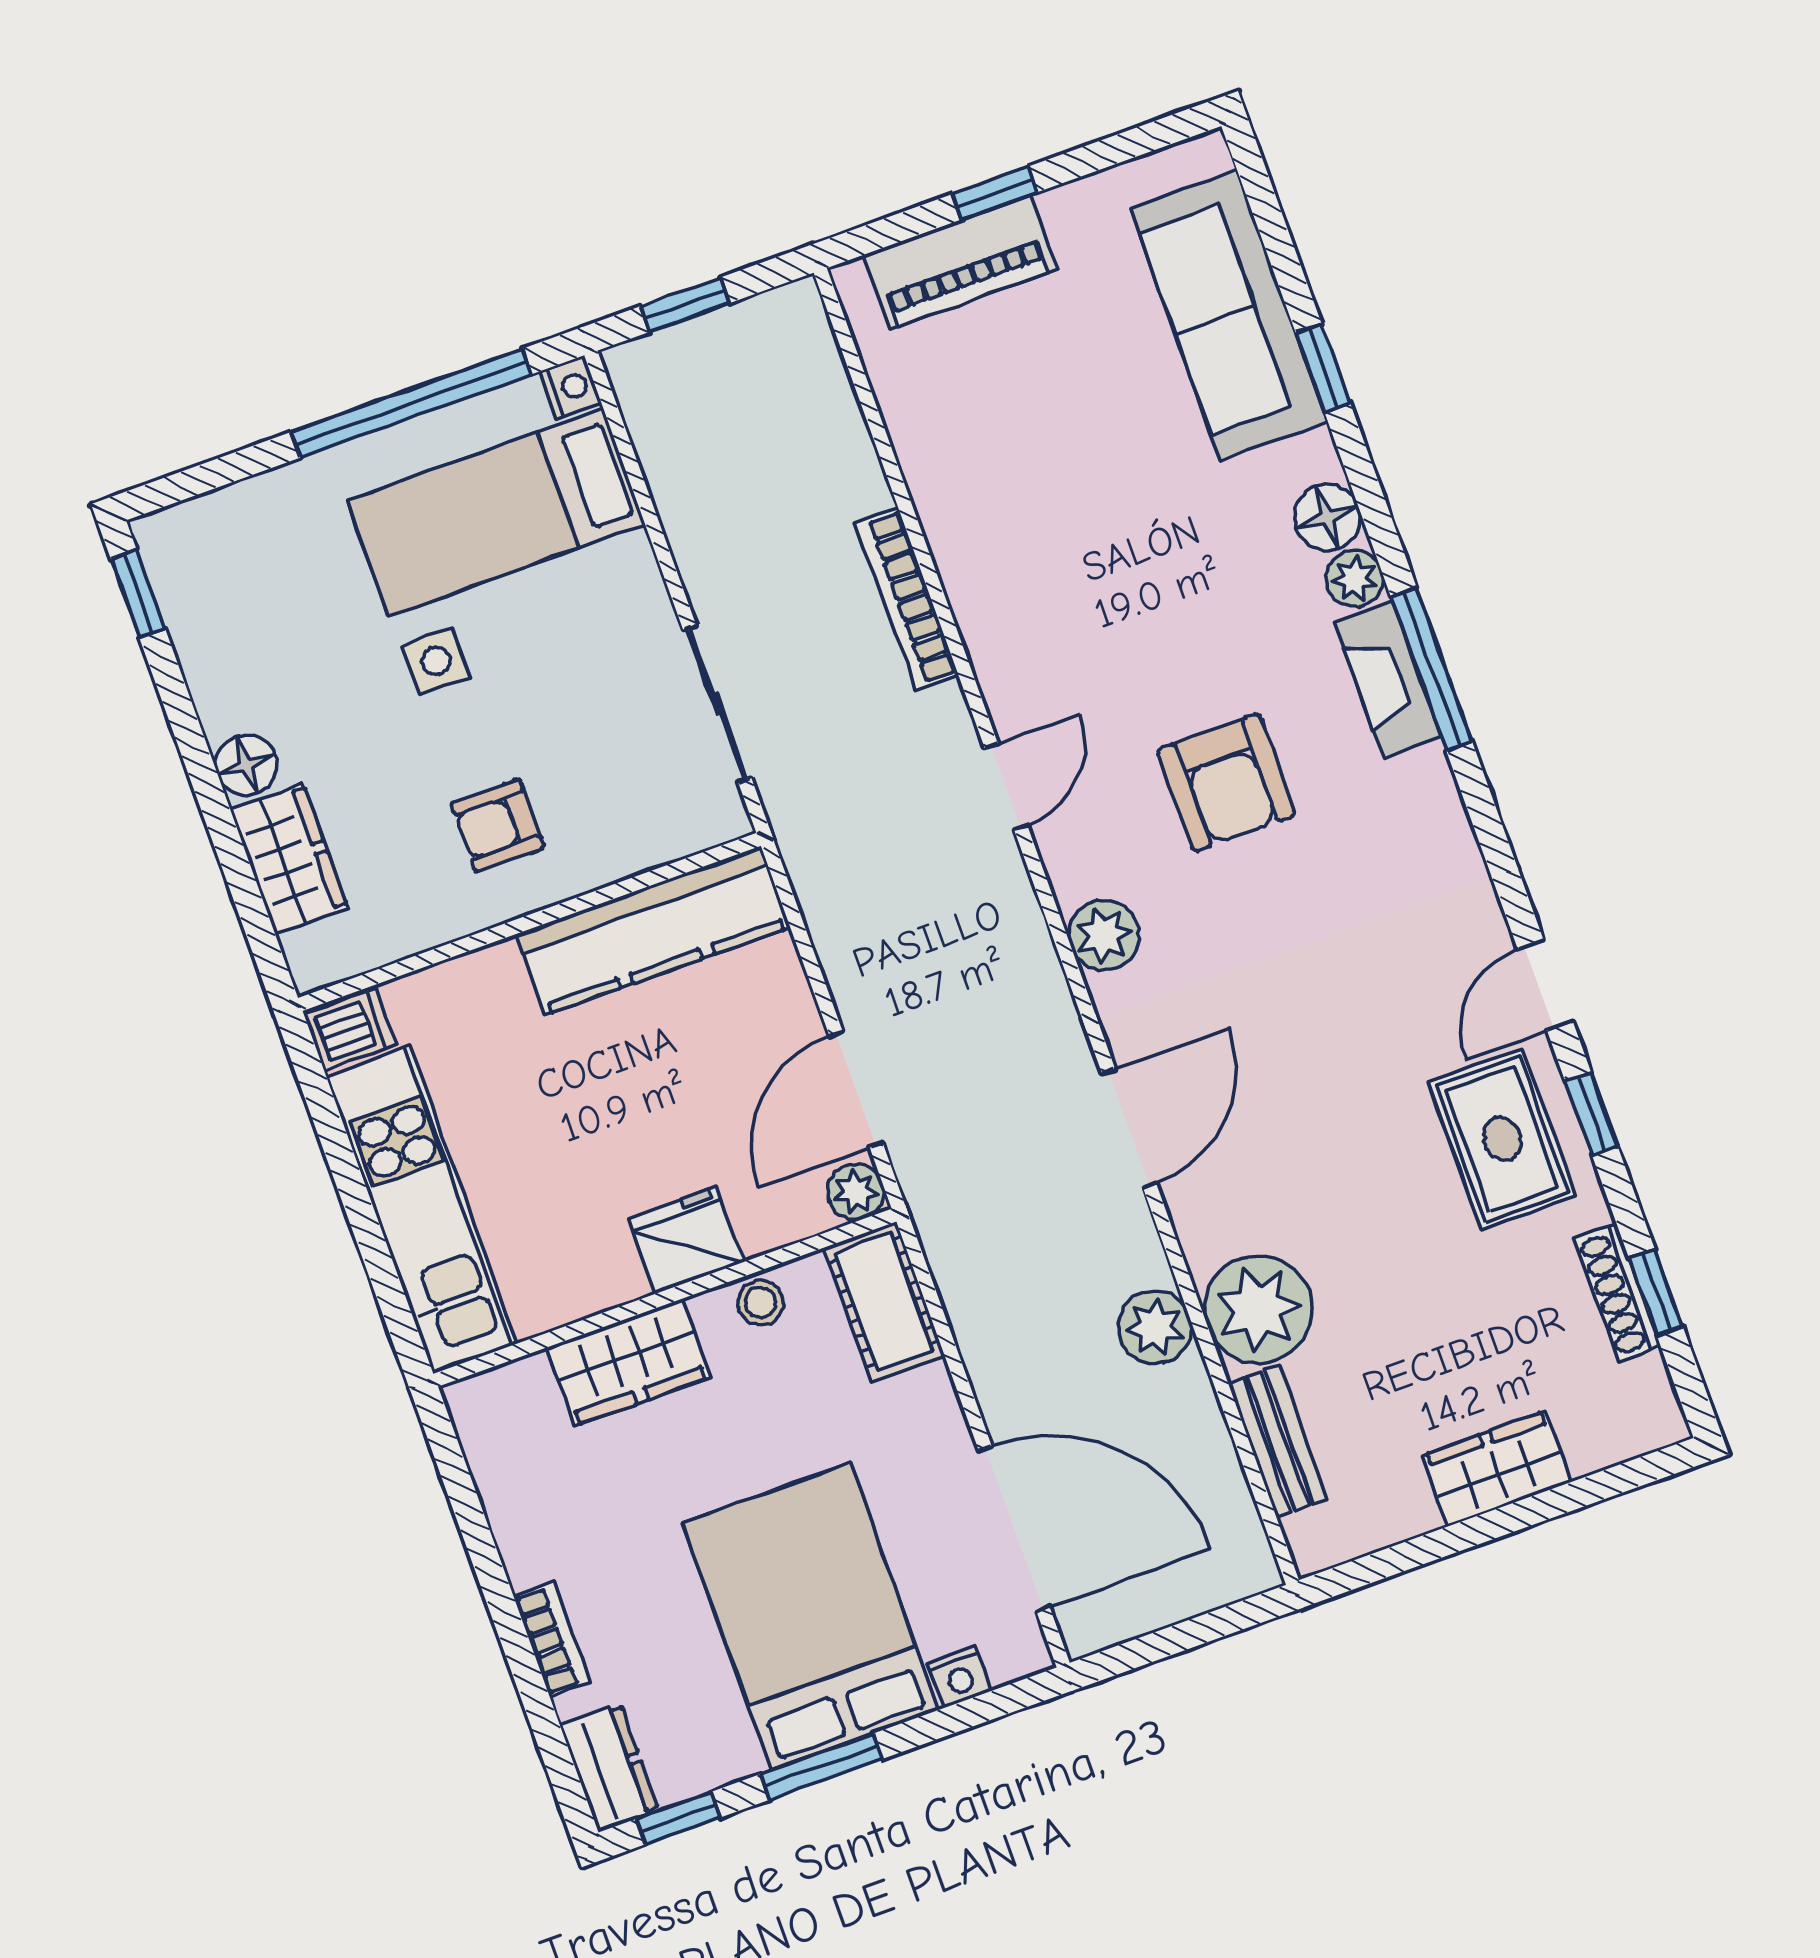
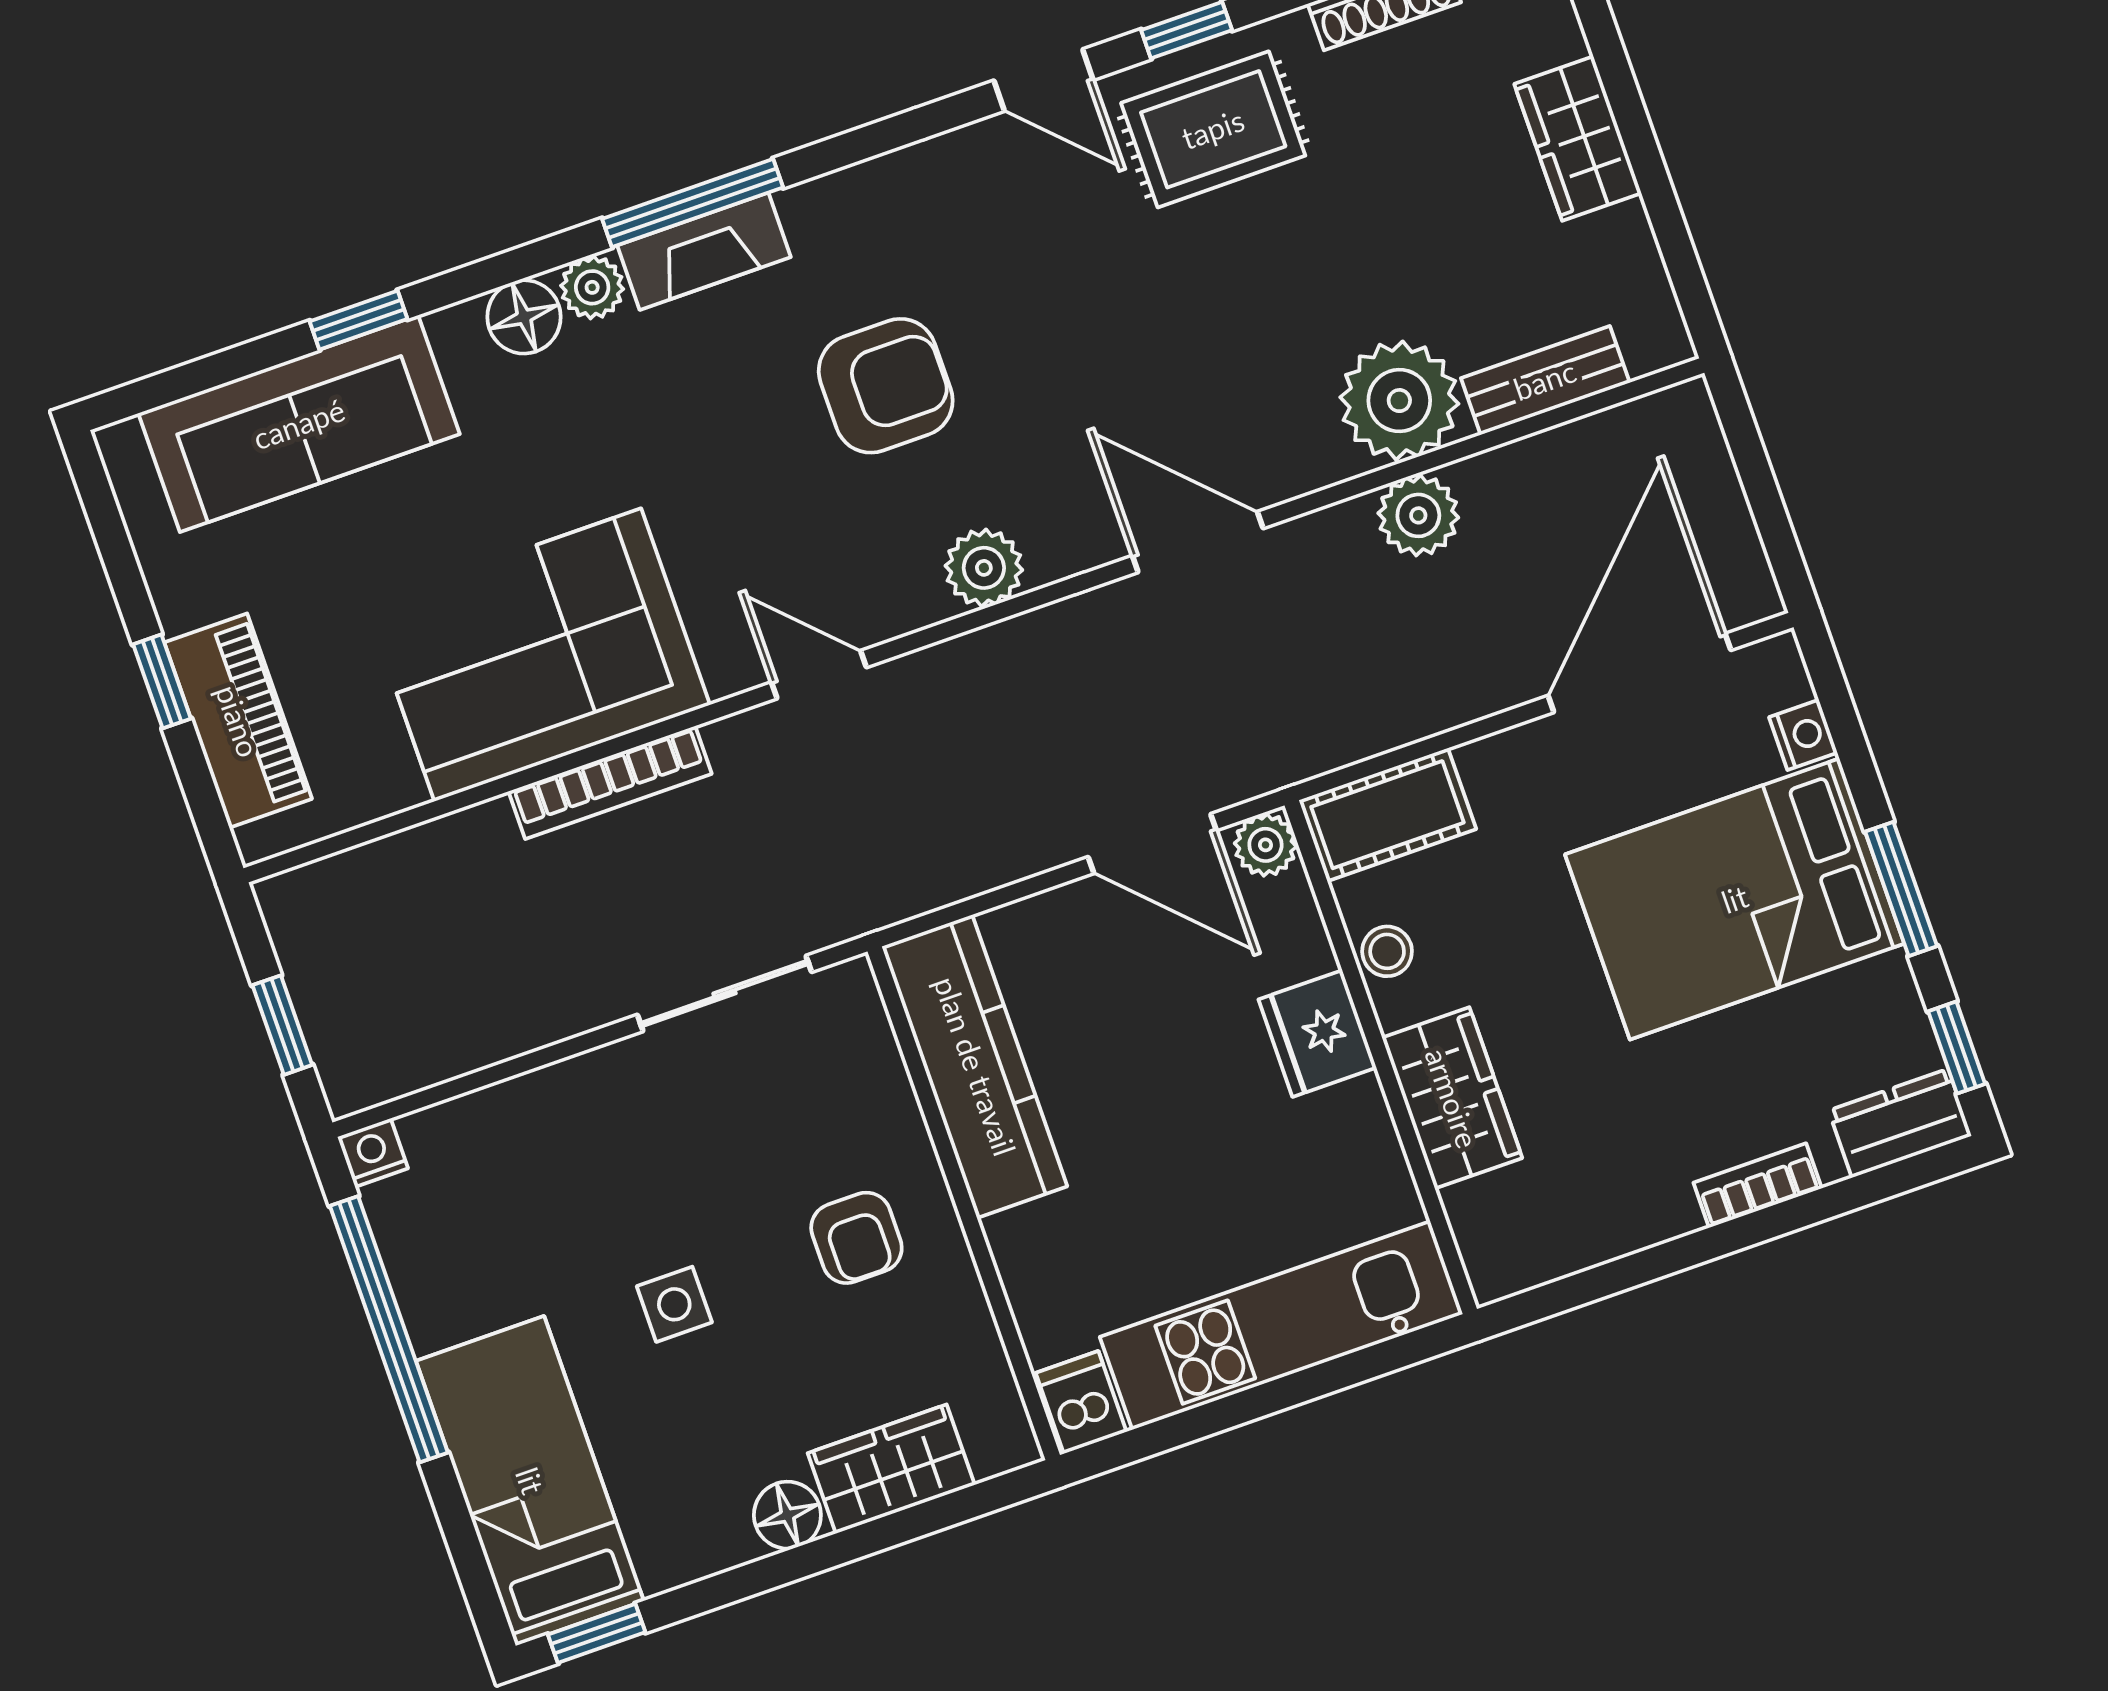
bed: (496, 512) -> (530, 1481), moved, turned 180
corner sofa: (1022, 533) -> (538, 655), added
armchair: (1226, 783) -> (886, 386), moved

